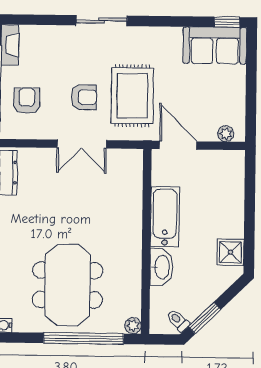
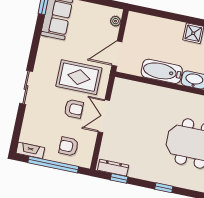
armchair: (84, 97) -> (74, 109), turned 90
double door: (82, 144) -> (104, 116), swing flipped

